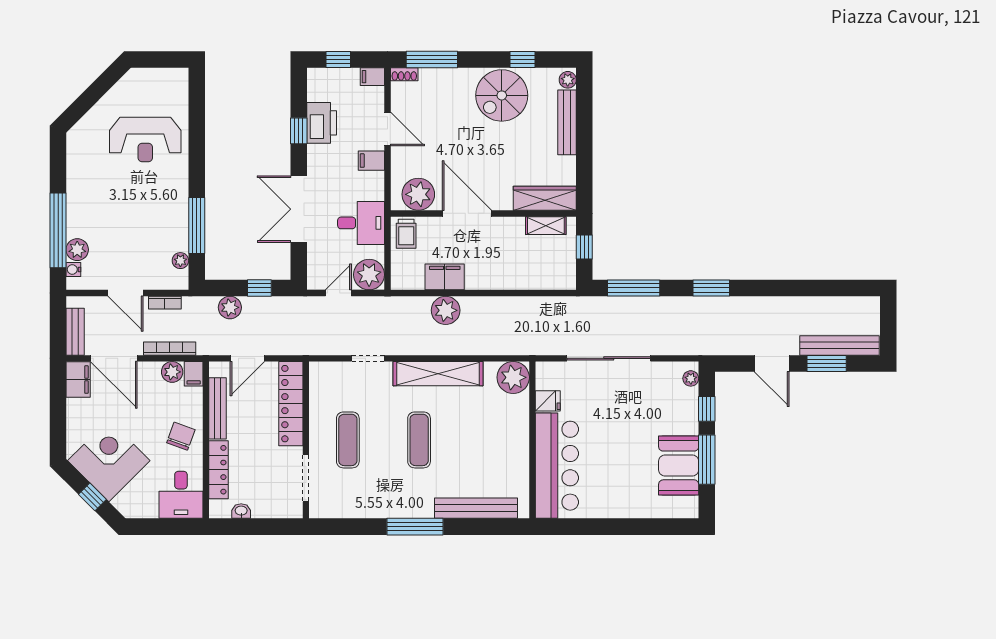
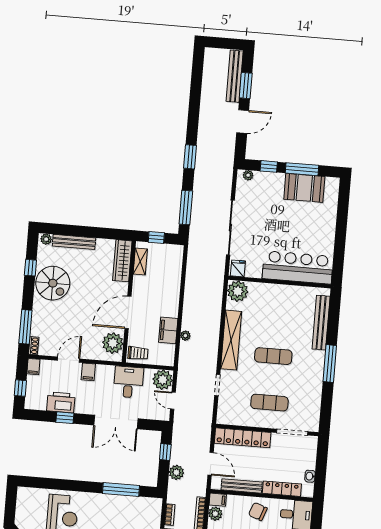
plant: (180, 261) -> (143, 502), removed
plant: (446, 310) -> (185, 336), width x0.53, depth x0.53
fridge: (548, 401) -> (238, 268), moved

